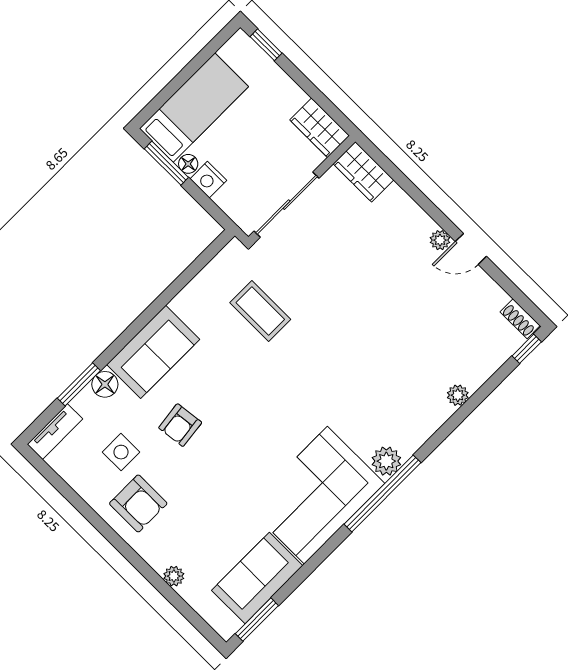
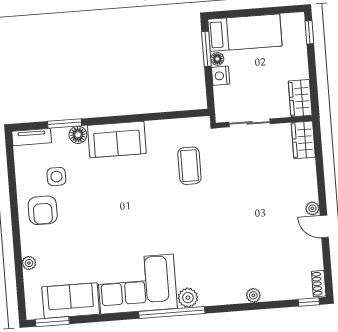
sliding door: (287, 205) -> (250, 123), width x0.73
armchair: (180, 425) -> (98, 189), removed

